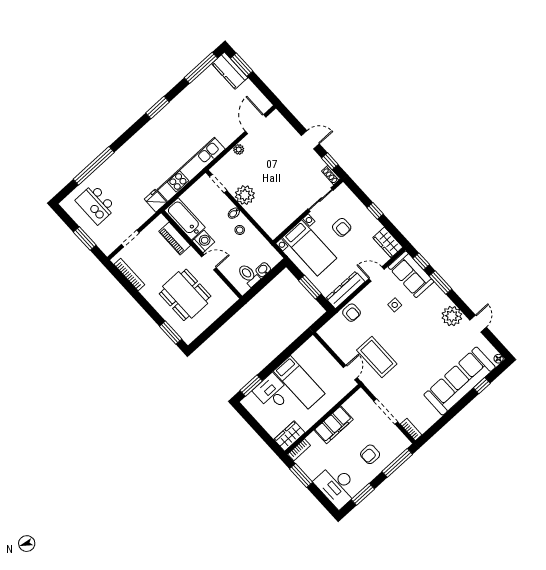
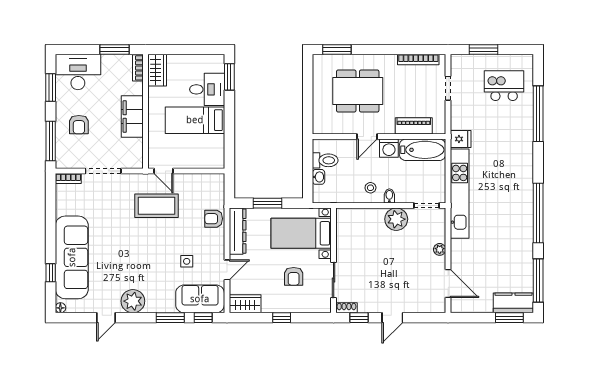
window: (158, 108) -> (538, 213), width x2.11
armchair: (342, 227) -> (294, 276), turned -90
door: (478, 324) -> (106, 318), hinge flipped
armchair: (370, 454) -> (79, 125), turned 180

